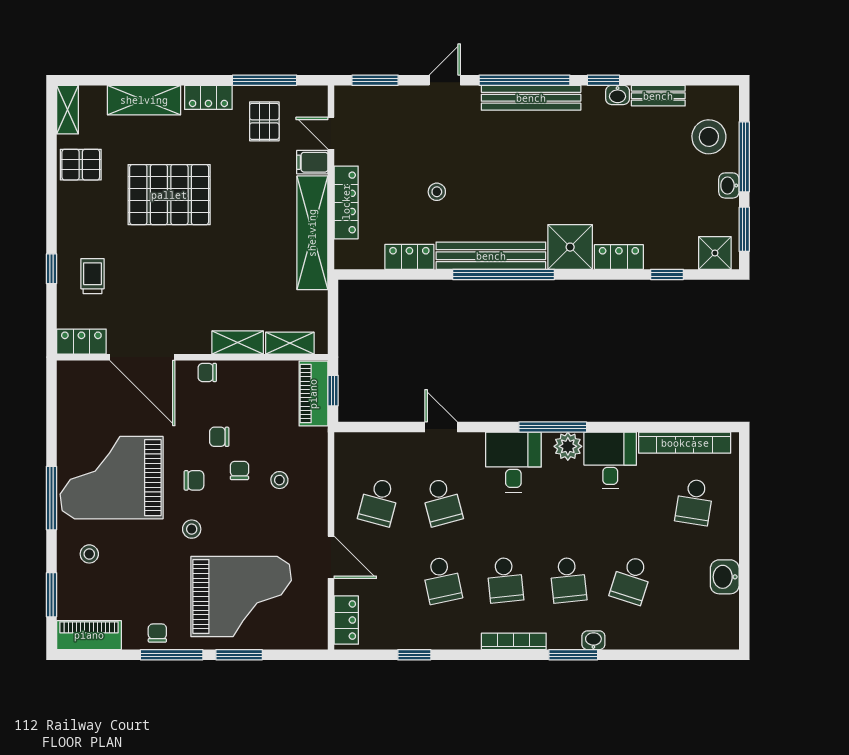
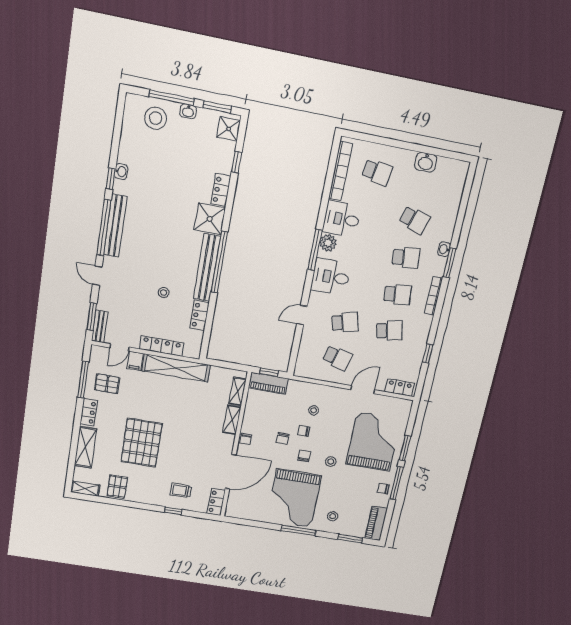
bench: (658, 96) -> (100, 326), moved

